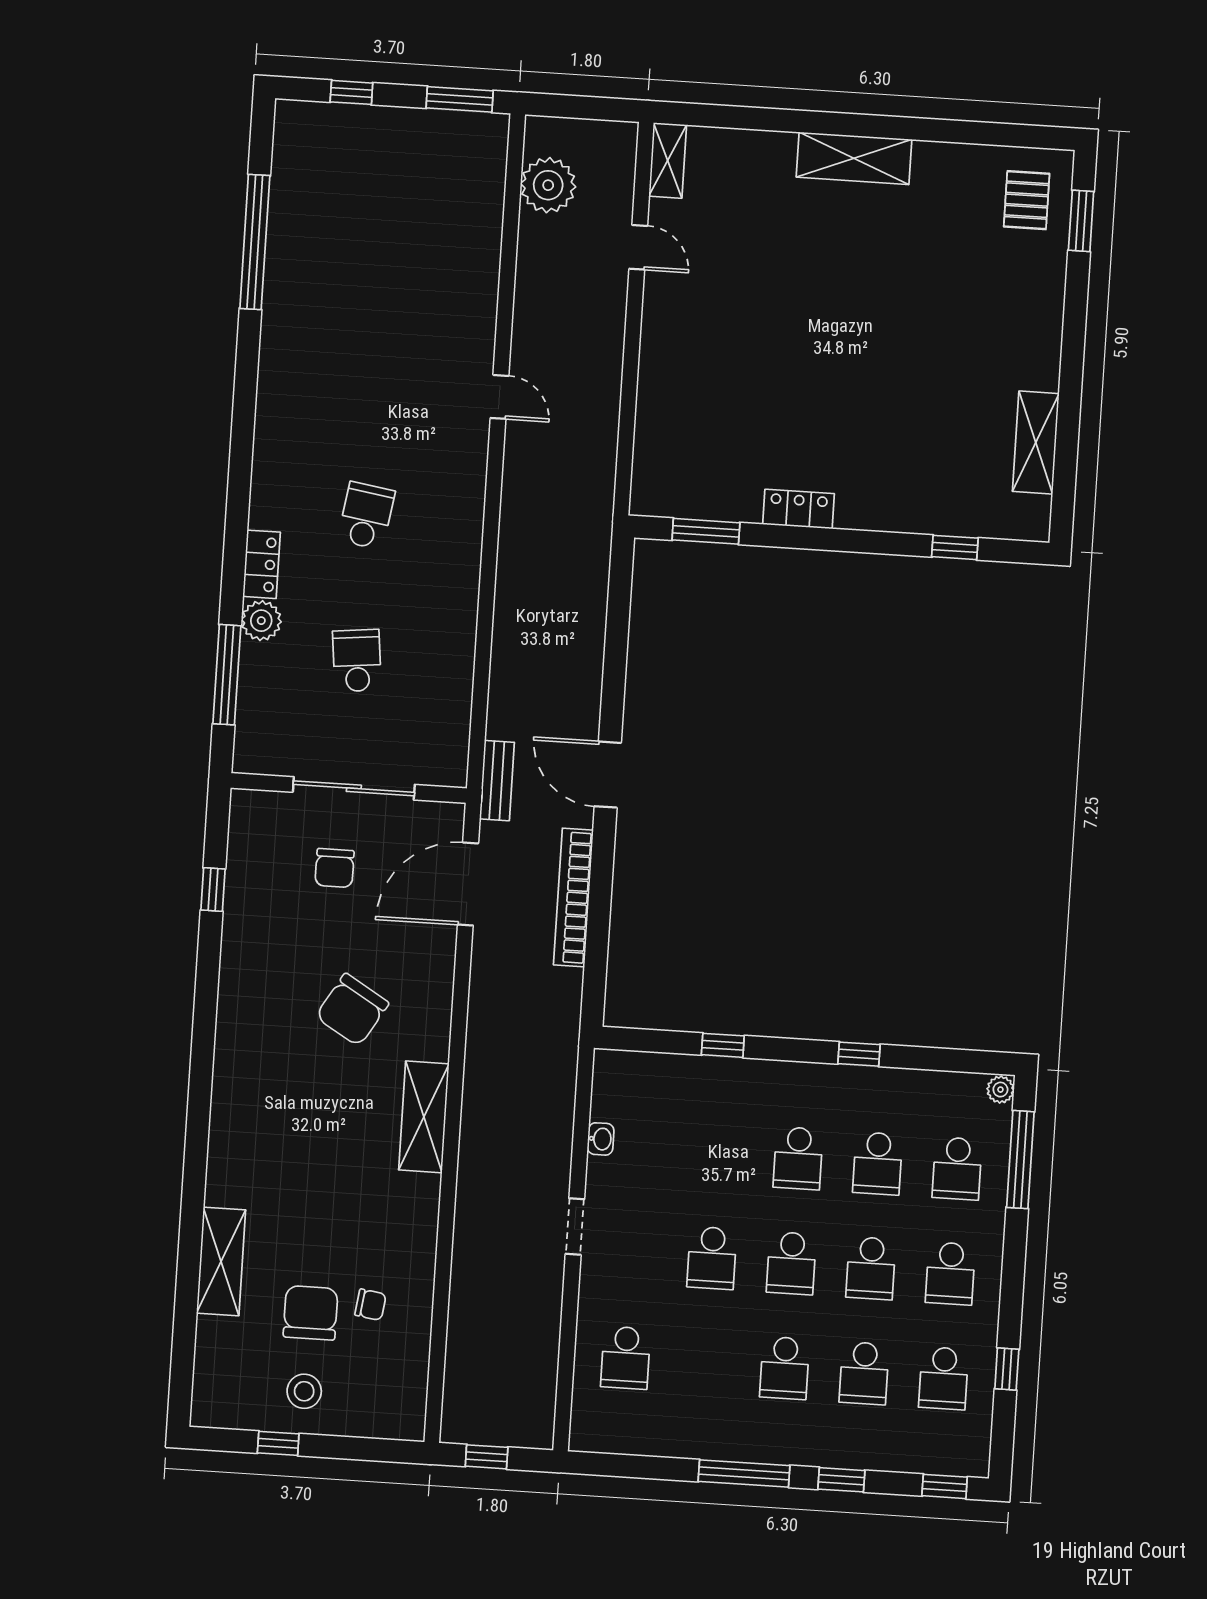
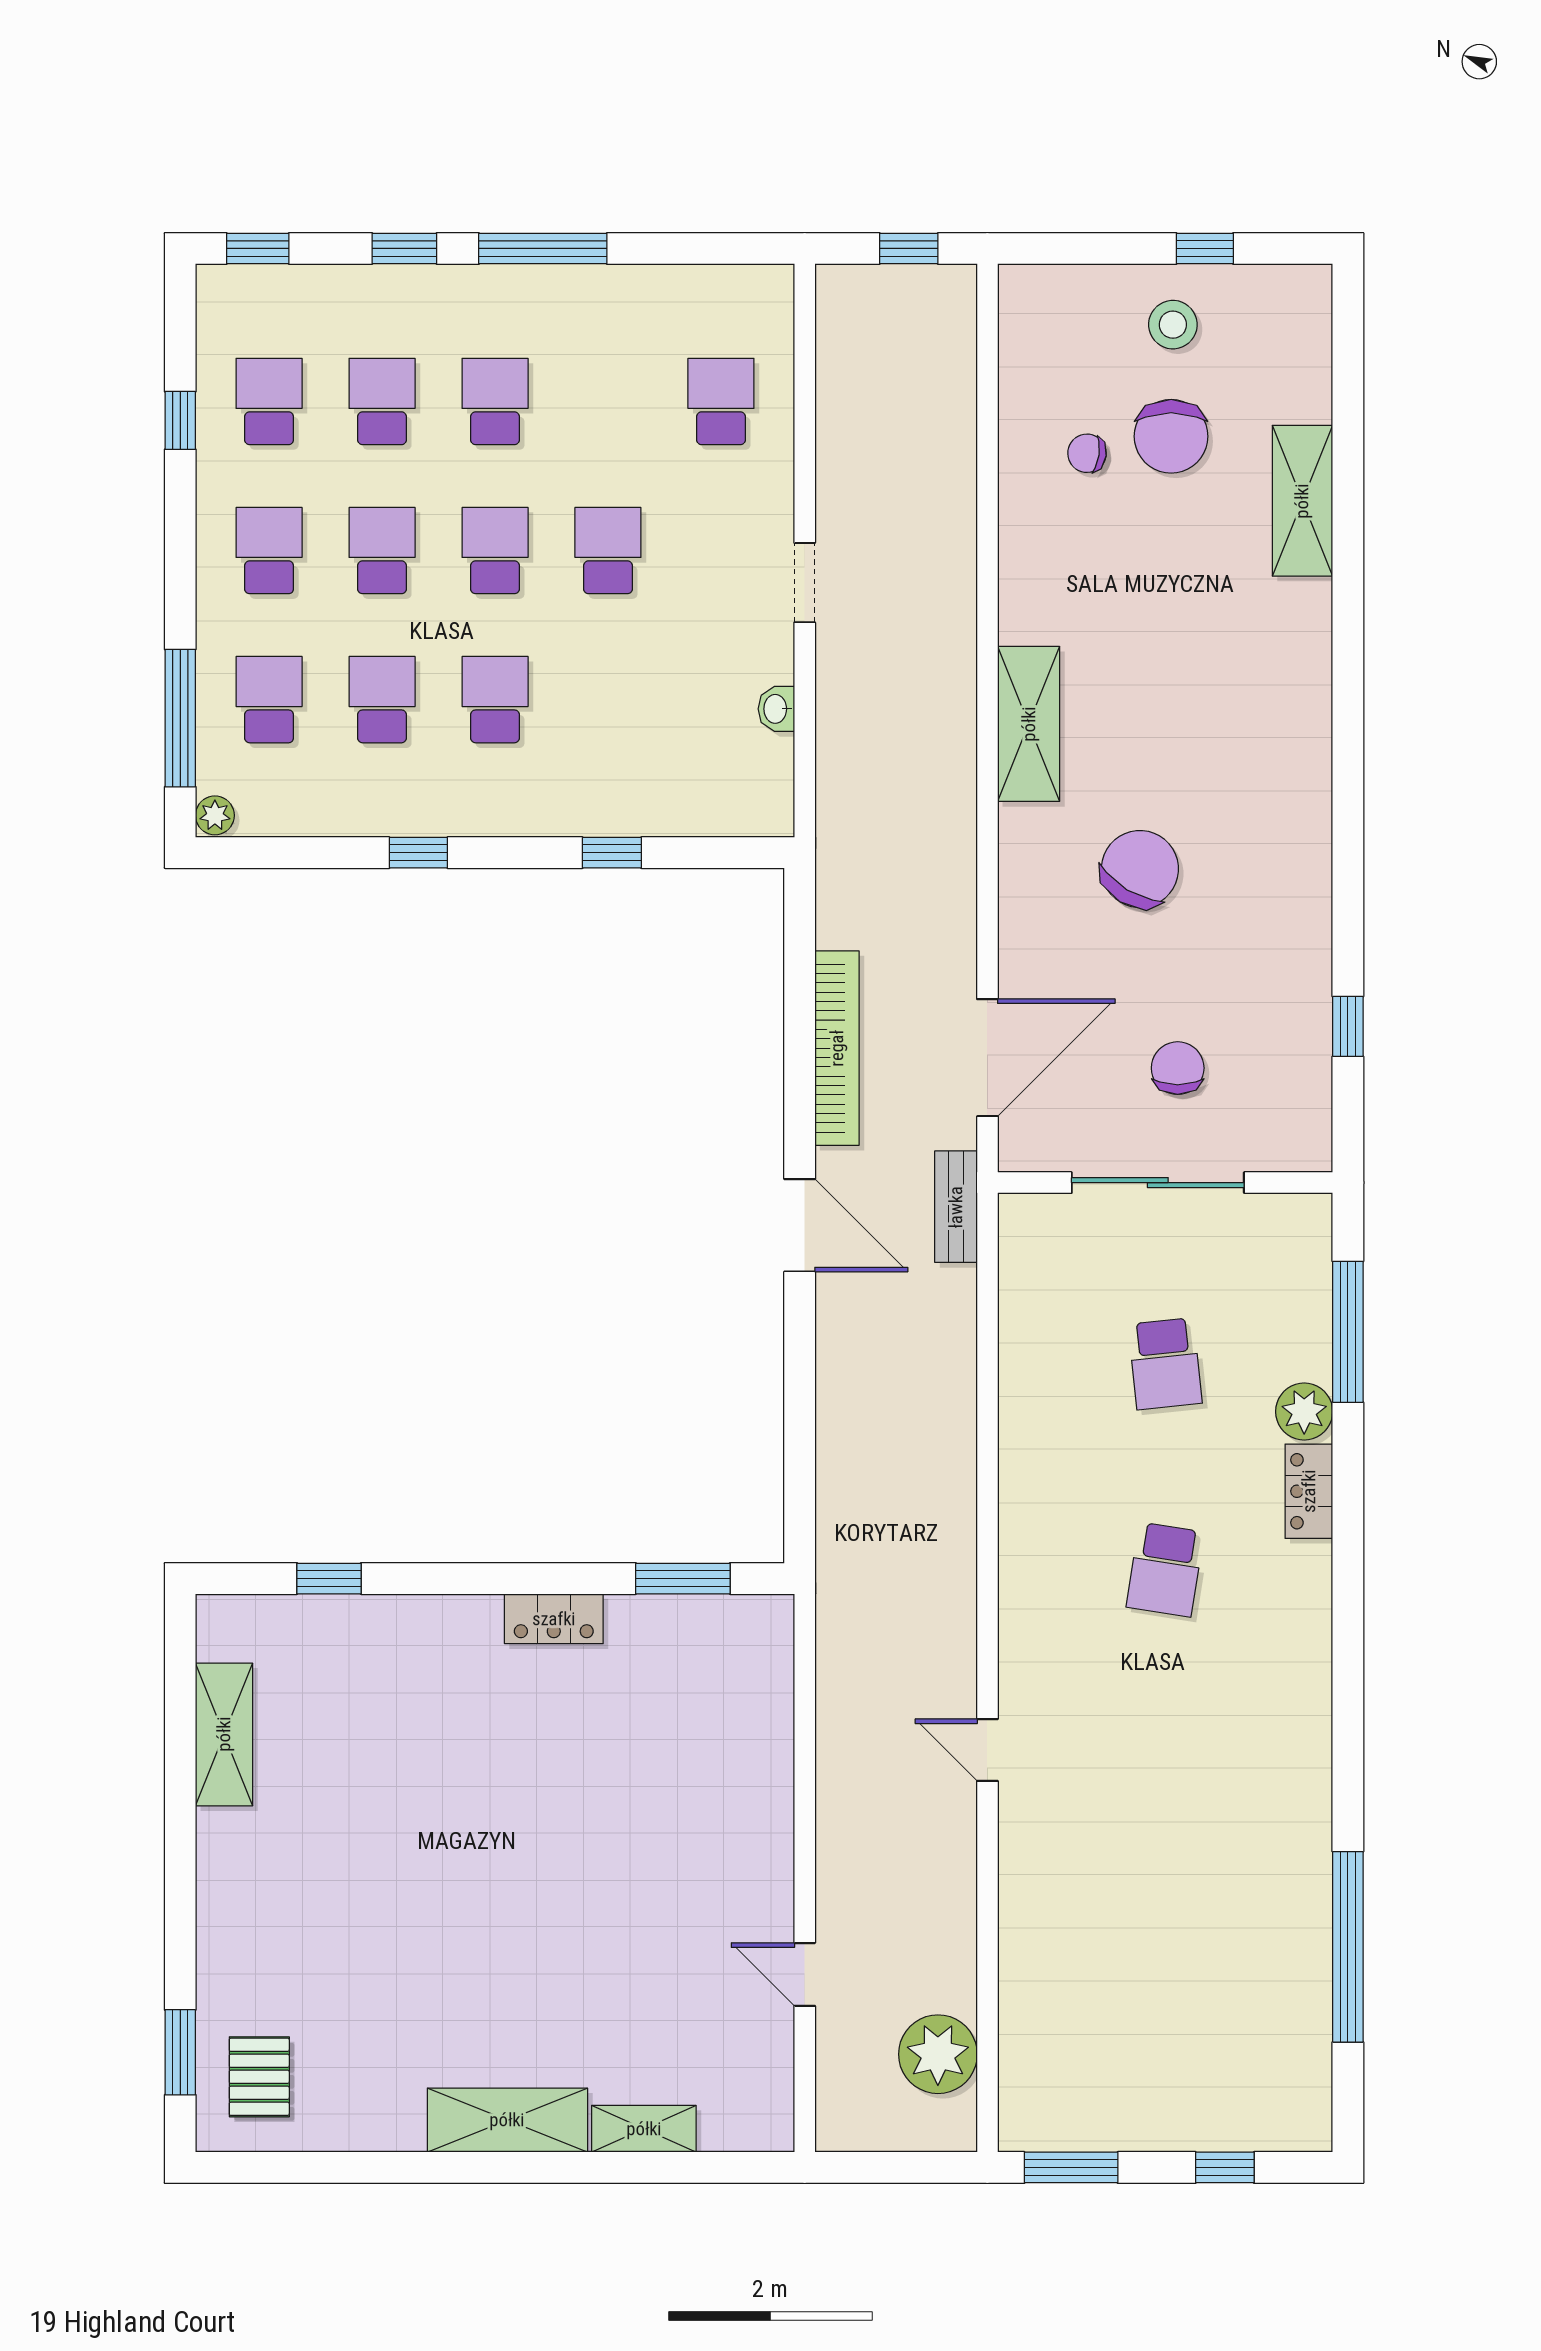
shelving: (668, 160) -> (644, 2129), moved, turned 90

